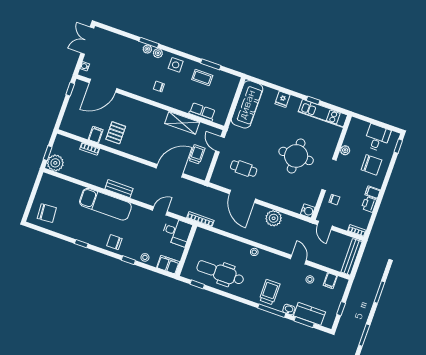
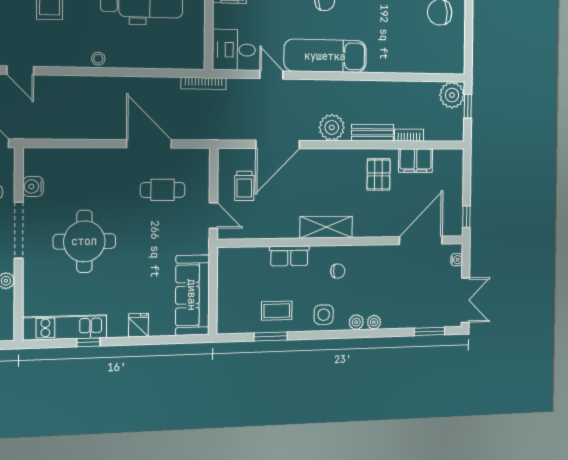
window: (149, 43) -> (429, 331), moved
row of seats: (202, 112) -> (289, 256), moved
shelving: (182, 123) -> (326, 227), moved
filing cabinet: (96, 135) -> (416, 161), width x2.00
bench: (119, 189) -> (373, 133), moved
exam couch: (105, 204) -> (325, 56), moved
door: (160, 211) -> (271, 75), swing flipped
water cooler: (308, 211) -> (33, 186), moved
plant: (274, 218) -> (332, 127), moved

